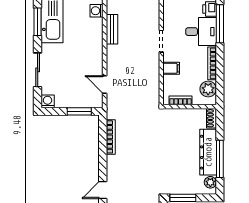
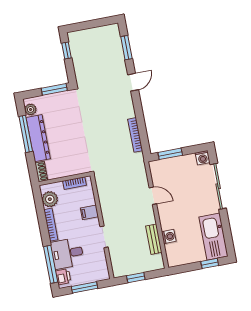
washing machine: (97, 11) -> (169, 237), moved
window: (38, 22) -> (227, 233), removed
sliding door: (38, 70) -> (218, 186), width x1.37
door: (105, 84) -> (153, 196), moved

